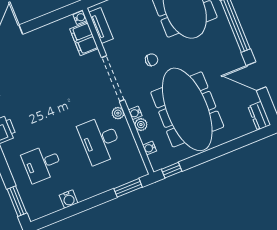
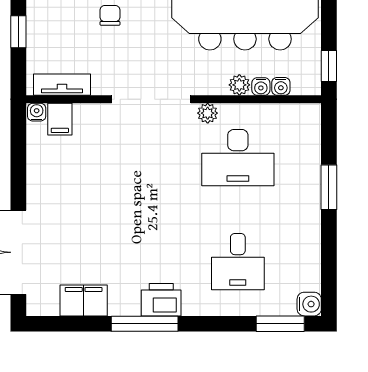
filing cabinet: (84, 39) -> (60, 119), width x0.50
chair: (152, 60) -> (110, 15), moved
water cooler: (135, 113) -> (261, 86), moved
window: (128, 188) -> (329, 187), moved
water cooler: (69, 199) -> (309, 304), moved

